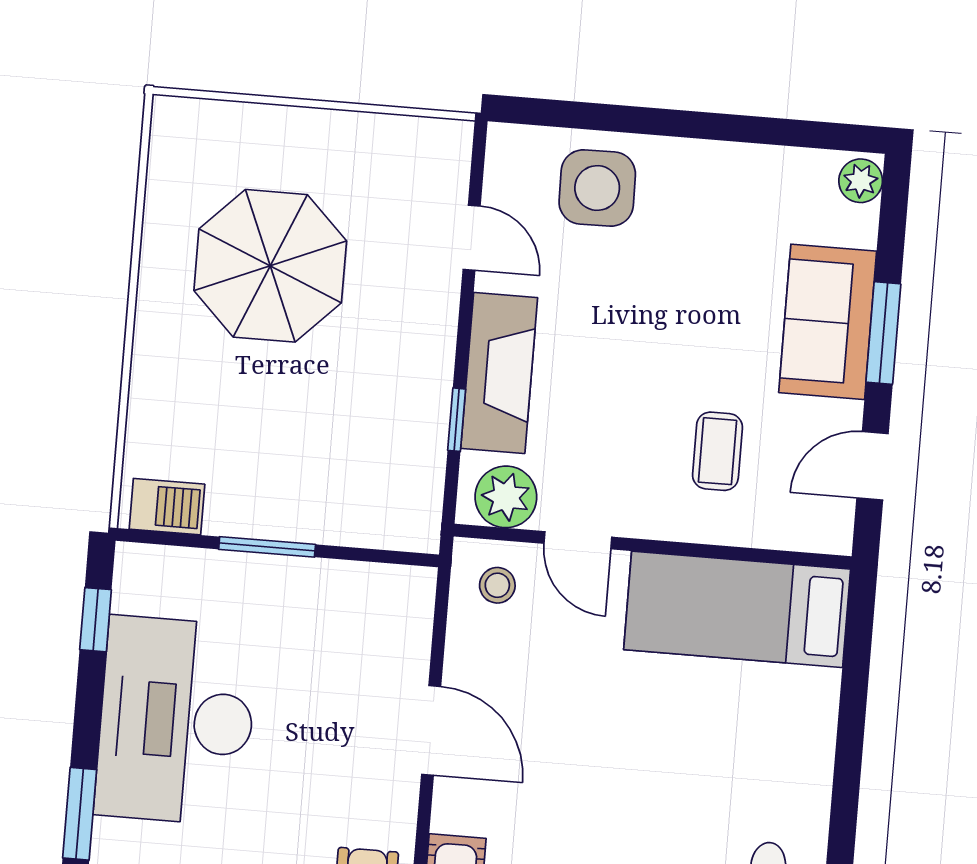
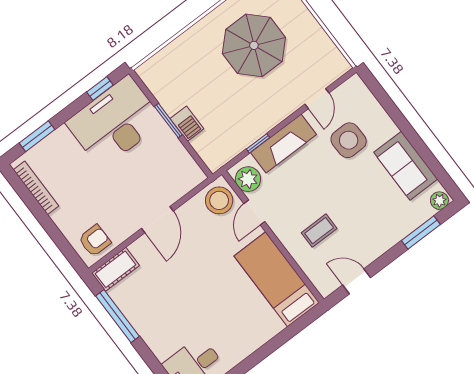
side table: (597, 188) -> (349, 140), moved
sofa: (828, 322) -> (406, 166), moved, turned -90
window: (883, 333) -> (421, 232), moved
barbecue: (167, 507) -> (187, 124), moved
stool: (497, 585) -> (219, 200), width x1.89, depth x1.89
desk: (176, 721) -> (115, 122), moved

